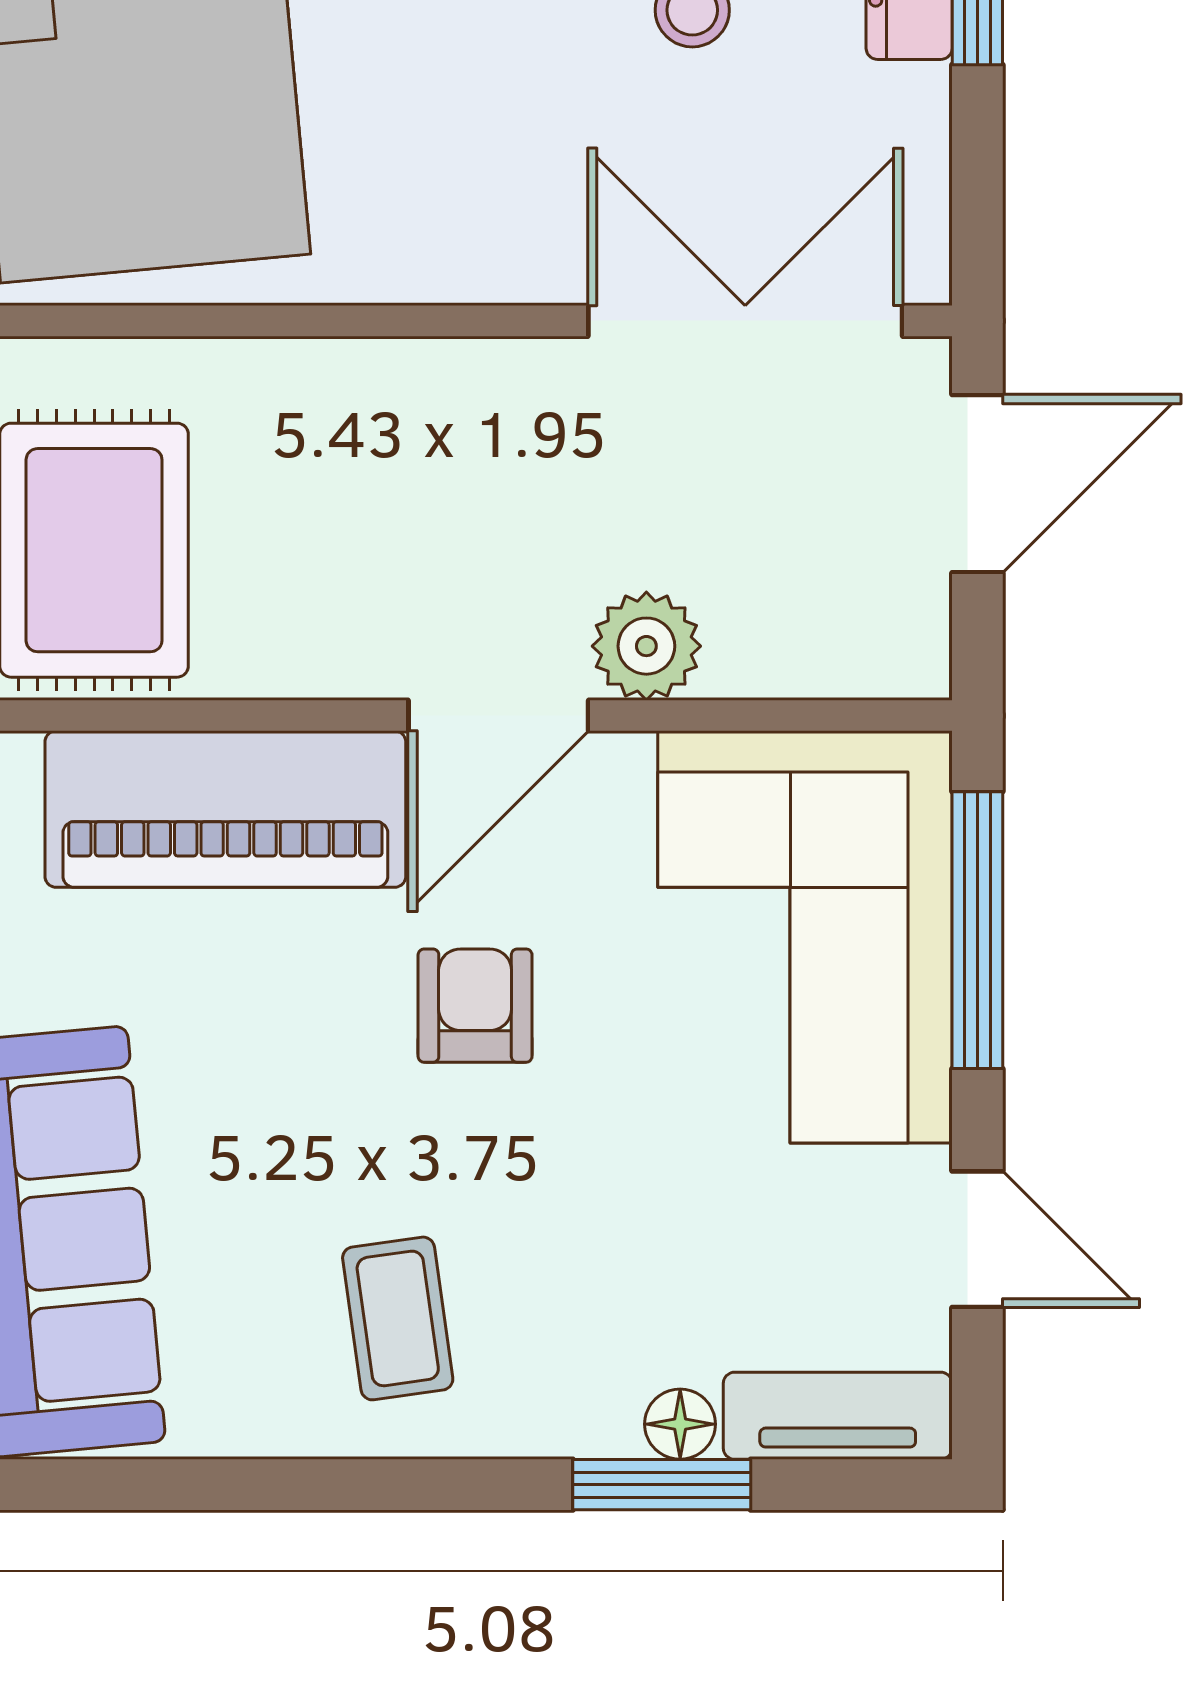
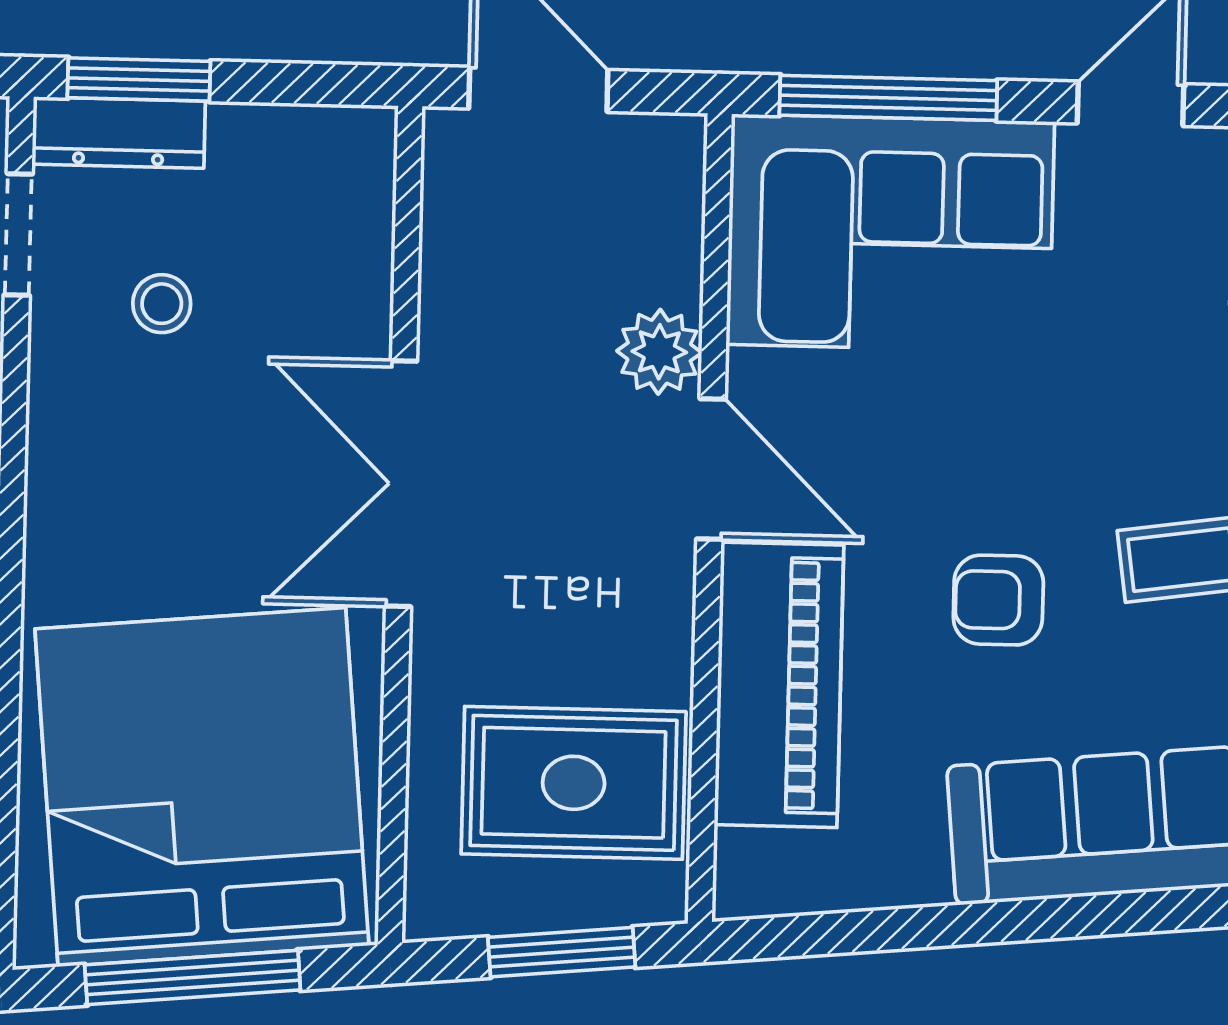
double door: (745, 321) -> (401, 484), moved
armchair: (475, 1006) -> (998, 600), moved

